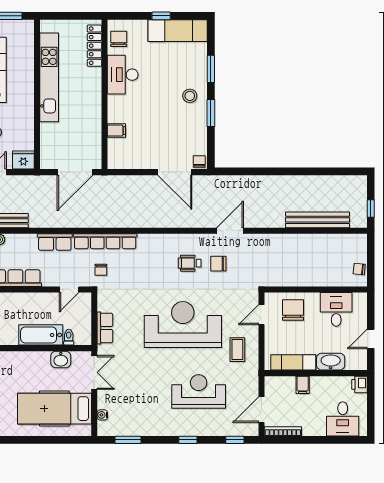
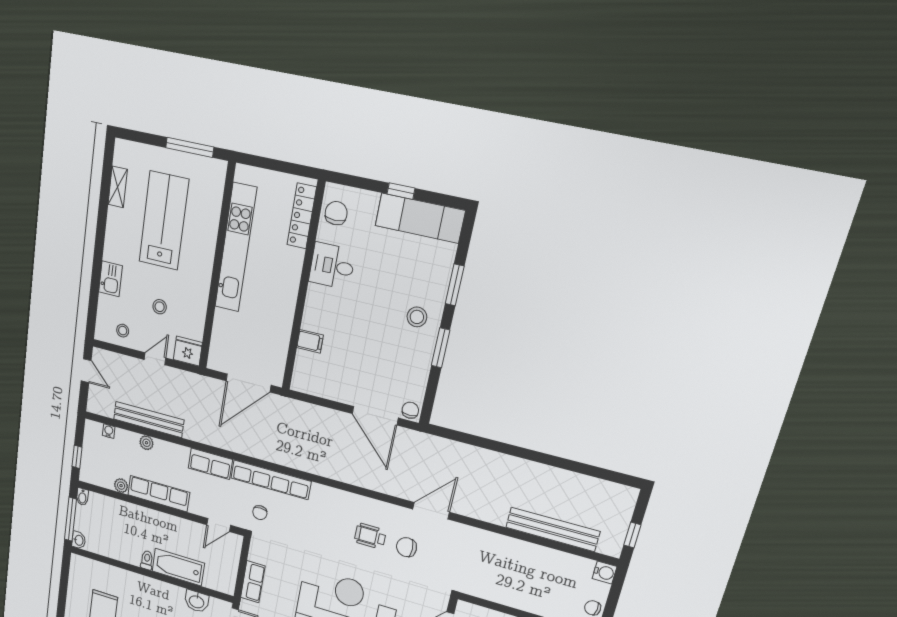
desk: (123, 75) -> (332, 266), width x0.73
water cooler: (360, 241) -> (605, 573), added
toilet: (69, 337) -> (147, 560), moved

